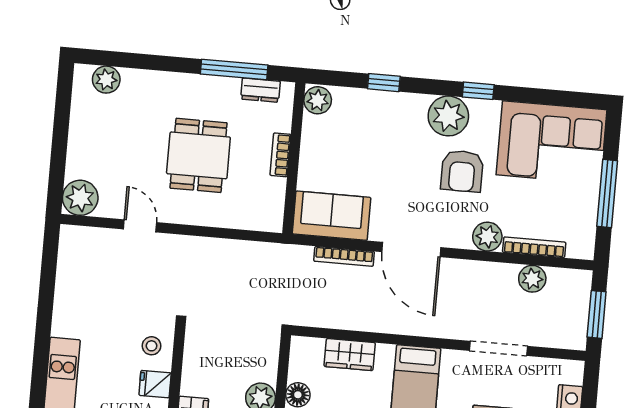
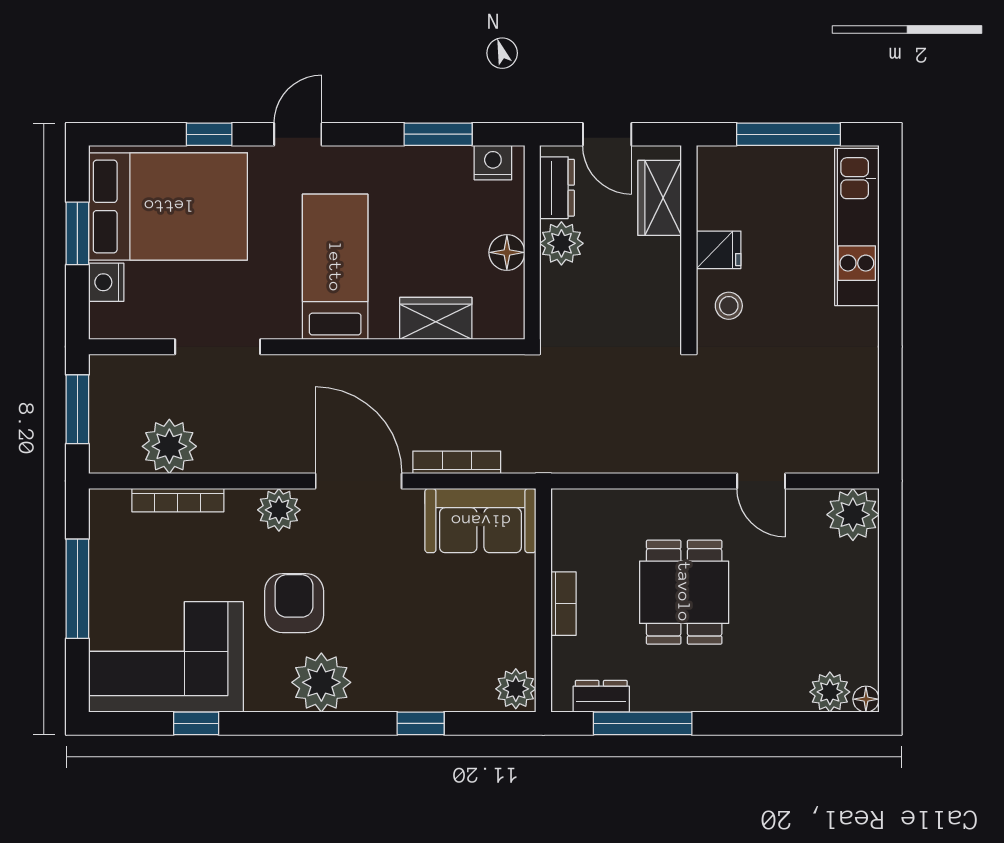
floor lamp: (82, 73) -> (866, 699), added
window: (478, 91) -> (196, 723), moved
plant: (487, 237) -> (279, 510), moved
plant: (532, 279) -> (169, 446), width x1.36, depth x1.36

